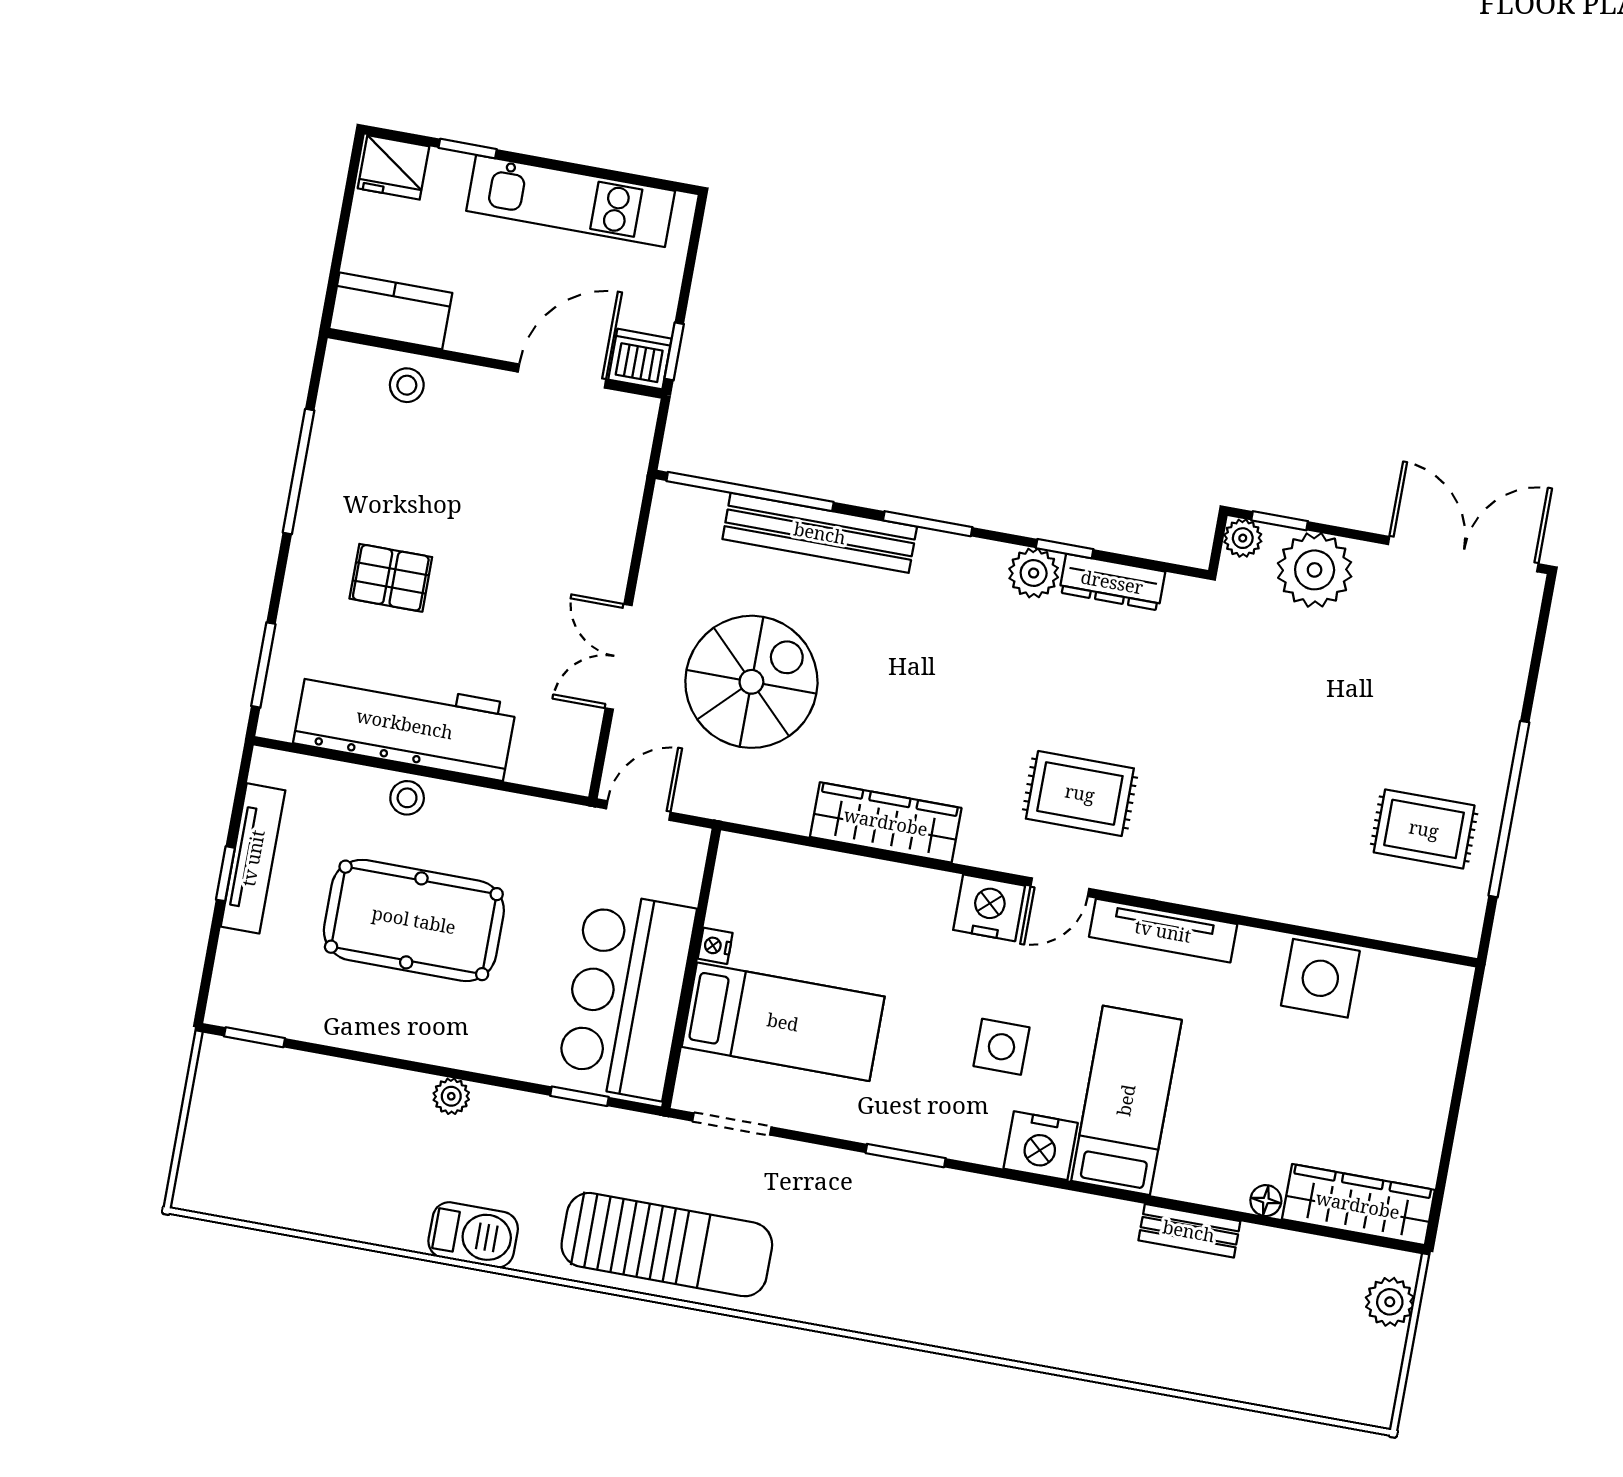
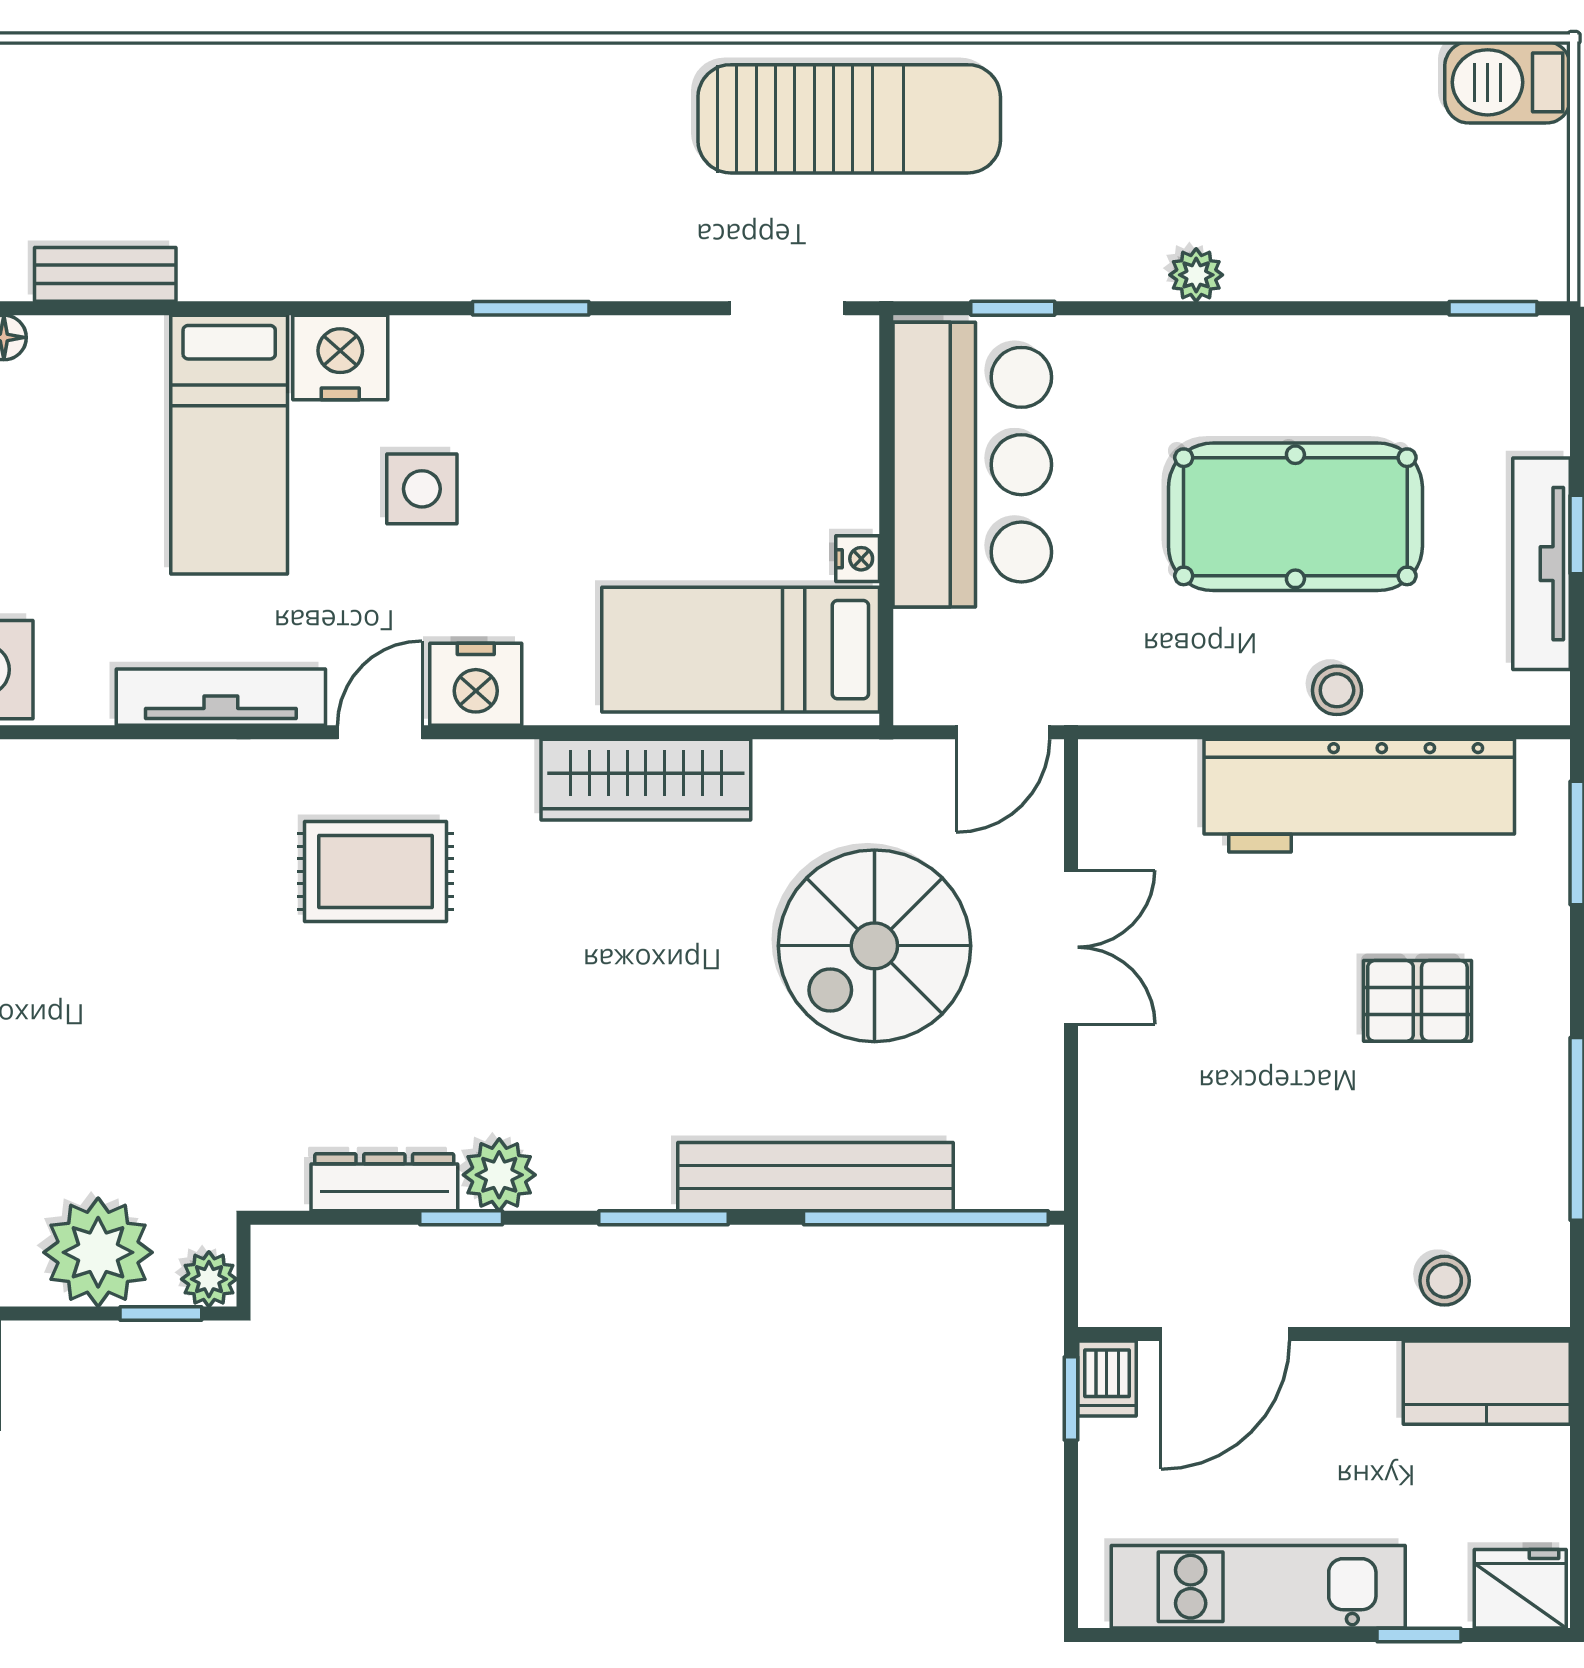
dishwasher: (640, 359) -> (1107, 1378), width x0.73
bed: (783, 1022) -> (741, 650), moved
barbecue: (473, 1235) -> (1508, 82), moved
sun lounger: (667, 1245) -> (849, 119), turned 180

